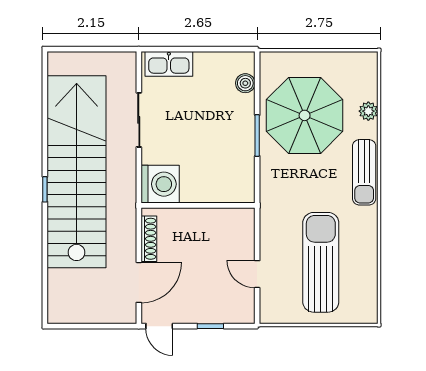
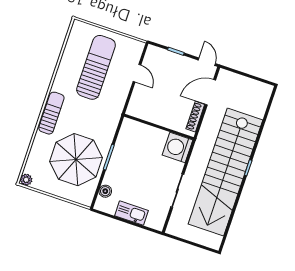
kitchen sink: (169, 64) -> (131, 213), moved
plant: (368, 111) -> (26, 180), moved
sun lounger: (321, 262) -> (96, 67), turned 180

